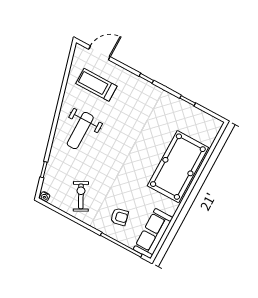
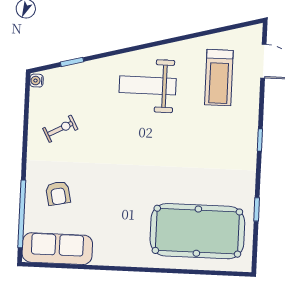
treadmill: (96, 85) -> (219, 78), turned 180
pool table: (178, 167) -> (197, 231), moved
exercise bike: (81, 196) -> (60, 129), width x0.73, depth x0.72

